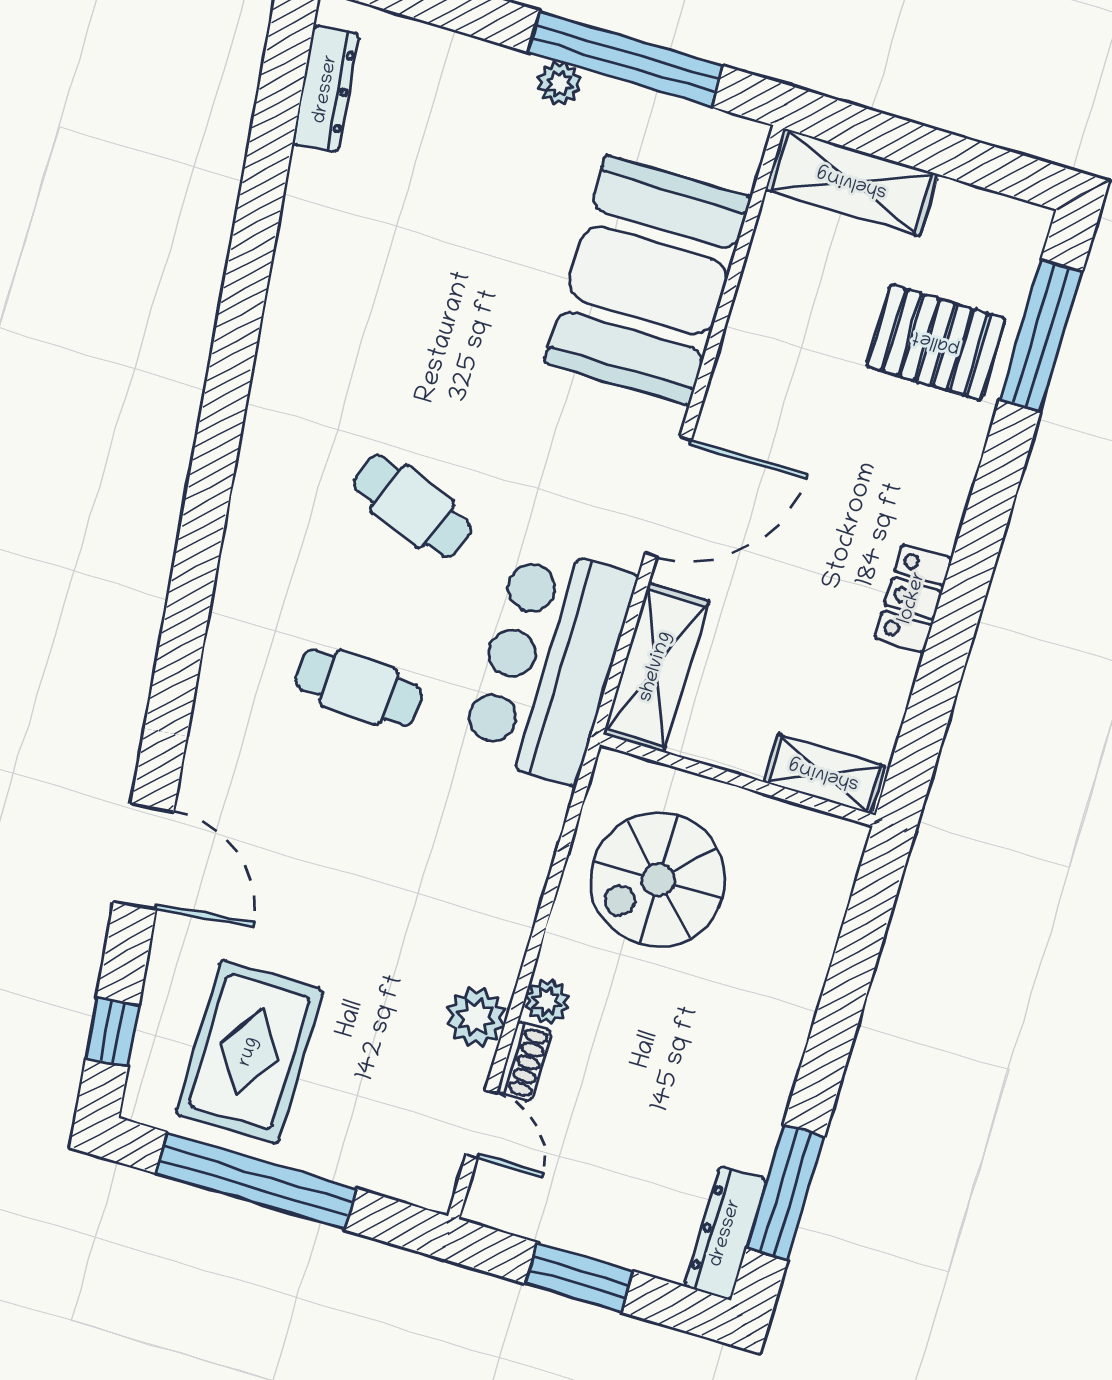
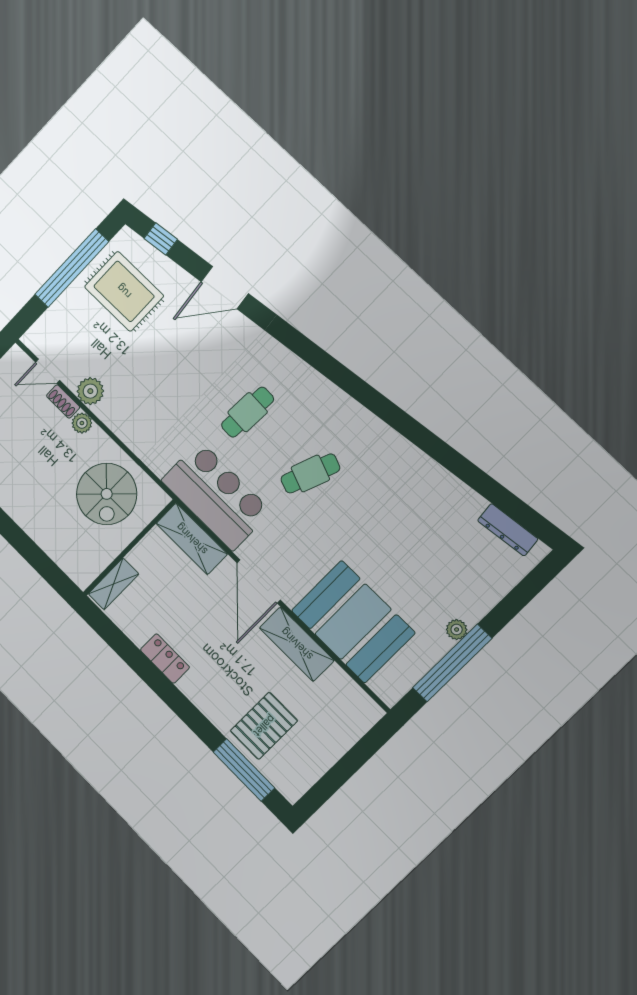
shelving: (852, 182) -> (297, 644), moved, turned 90
spiral stairs: (658, 880) -> (107, 494), turned 180

